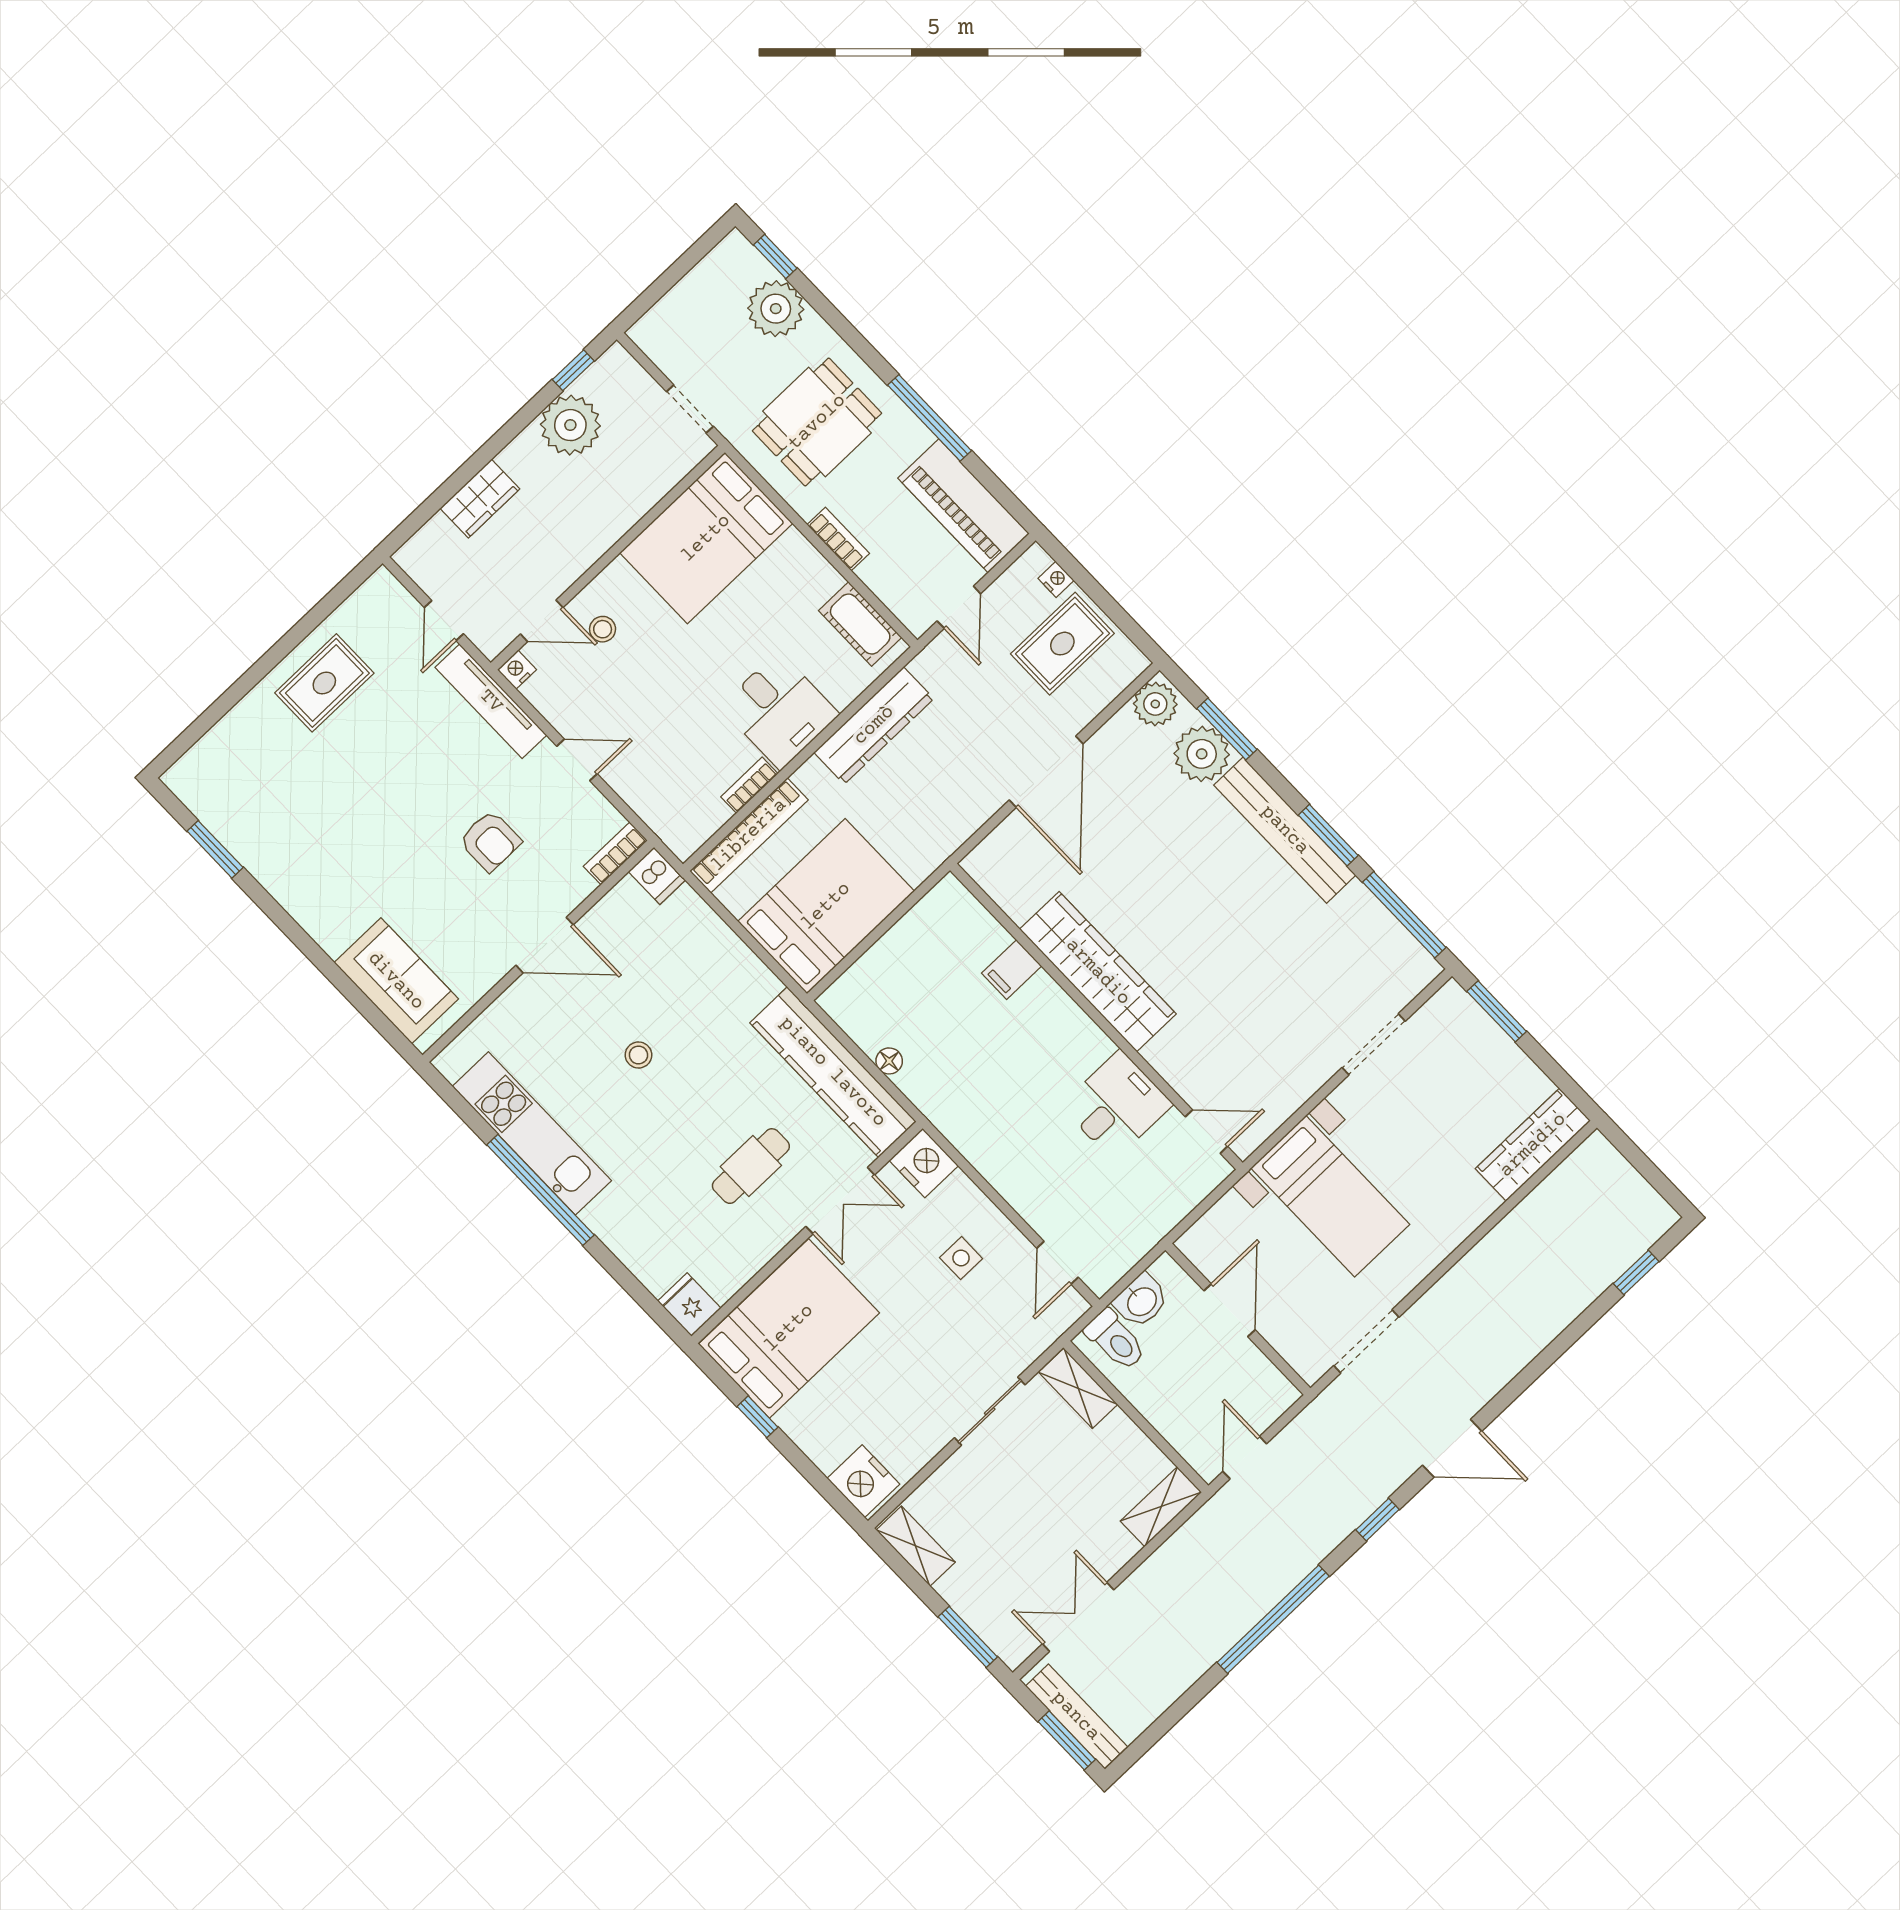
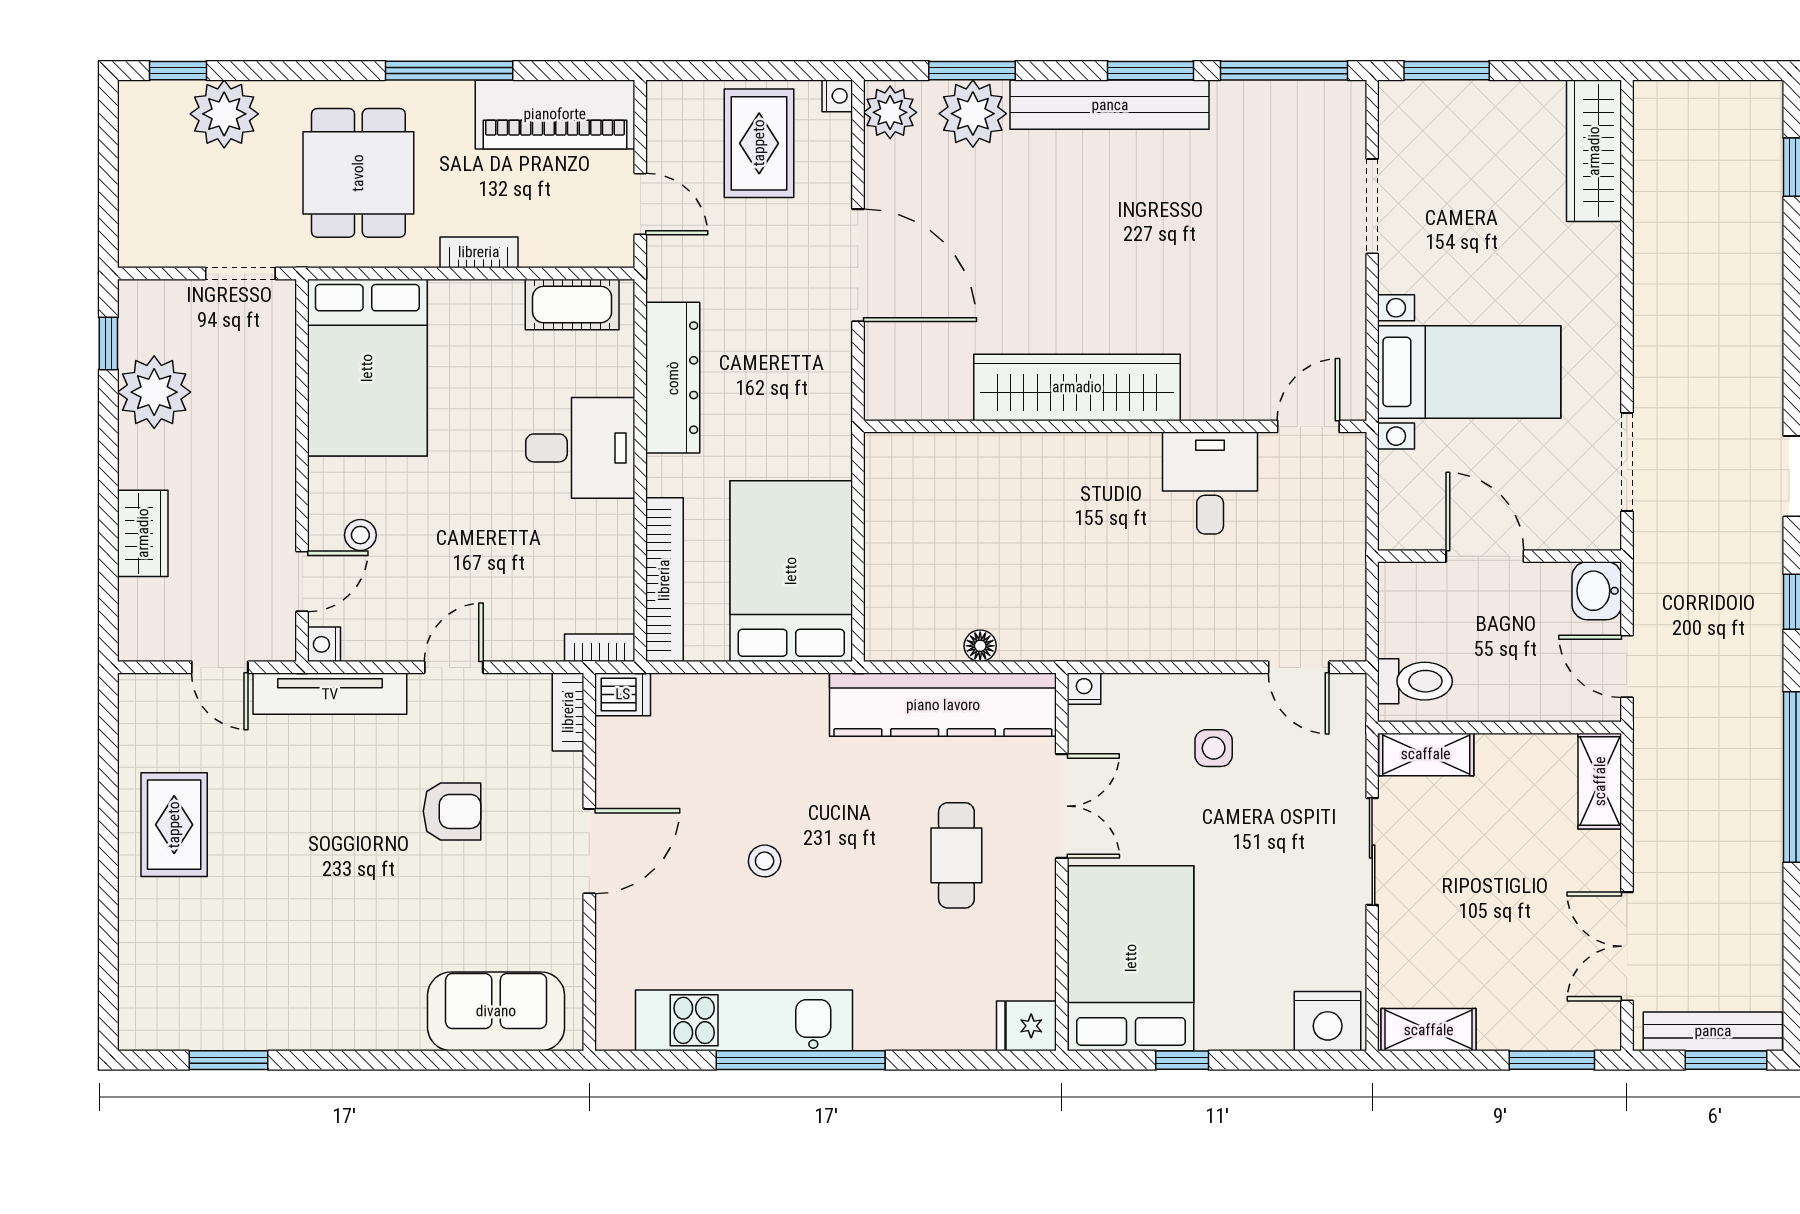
nightstand: (1056, 579) -> (837, 96), moved, turned 90
bookcase: (749, 785) -> (600, 648), moved, turned 90
filing cabinet: (1012, 970) -> (1003, 462), removed
nightstand: (924, 1163) -> (1084, 689), width x0.53, depth x0.56
washbasin: (1141, 1301) -> (1597, 591), moved, turned 180

